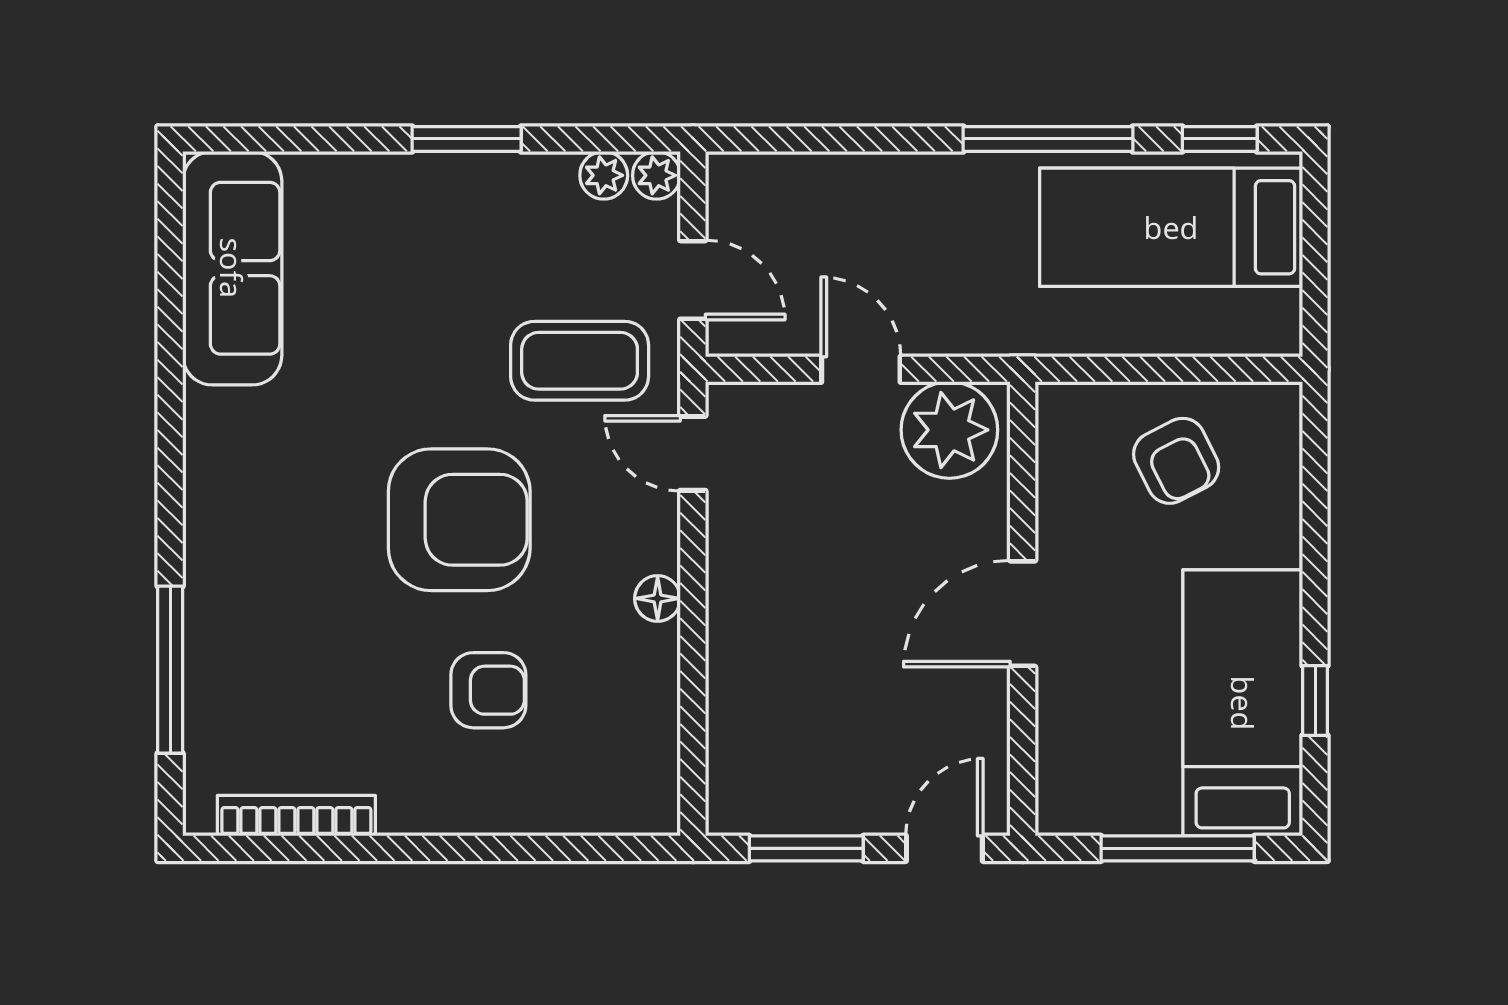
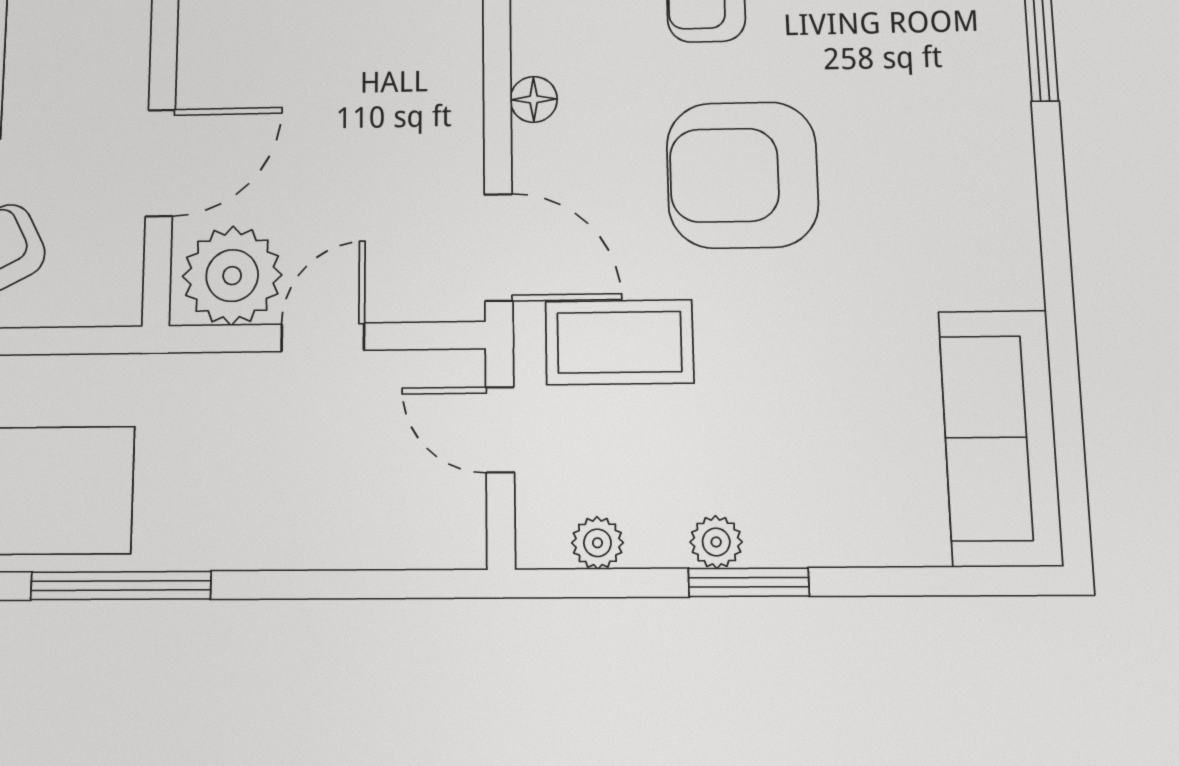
plant: (656, 175) -> (716, 542), moved
door: (861, 369) -> (323, 337), swing flipped
door: (693, 453) -> (499, 247), width x1.38
door: (1023, 614) -> (160, 163), moved

